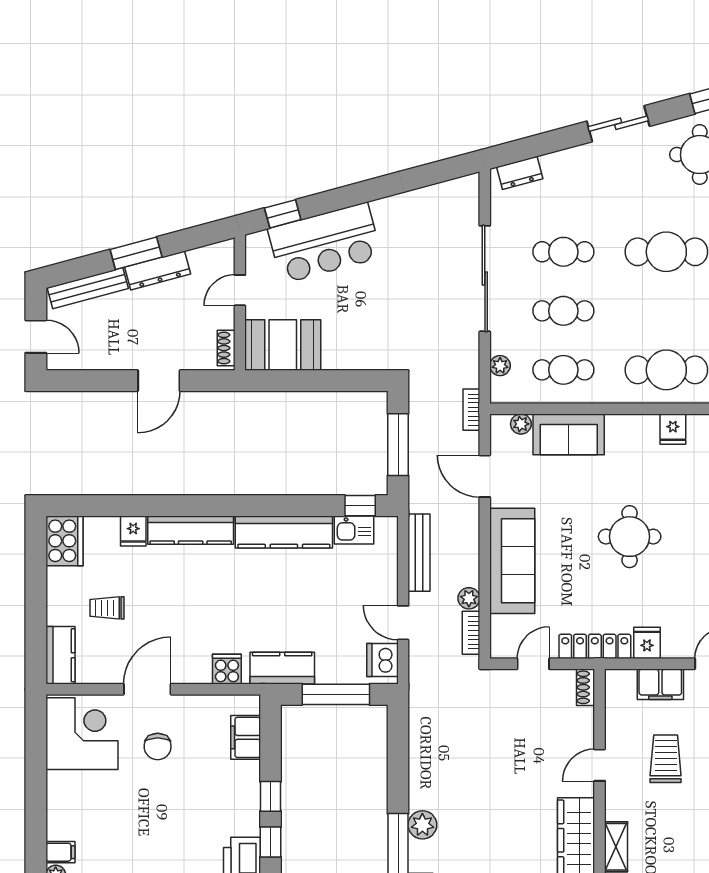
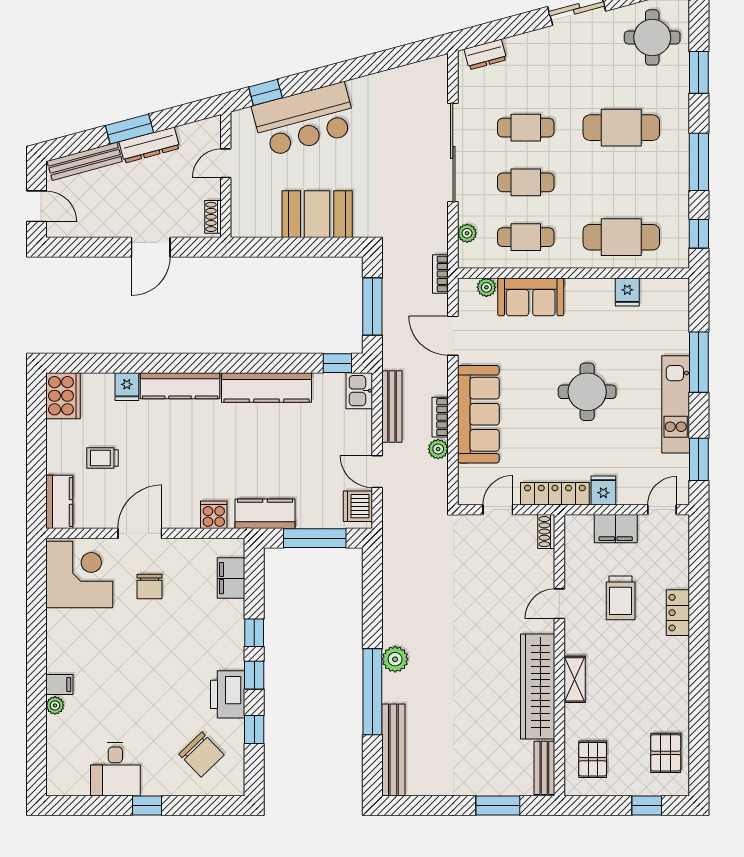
booth: (283, 345) -> (317, 214), moved
kitchen sink: (354, 530) -> (359, 391), moved, turned 90
bookcase: (471, 633) -> (440, 417), moved
trolley: (666, 759) -> (621, 598), turned 180

